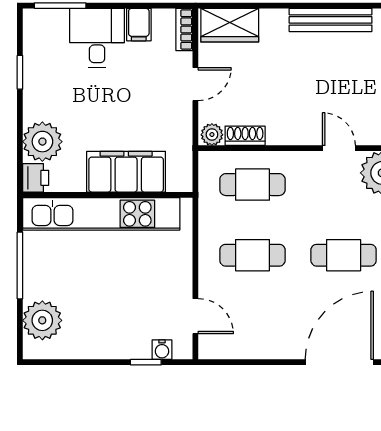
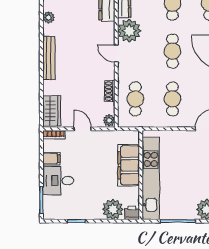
shoe rack: (245, 136) -> (110, 91), moved
door: (339, 148) -> (116, 54), hinge flipped

